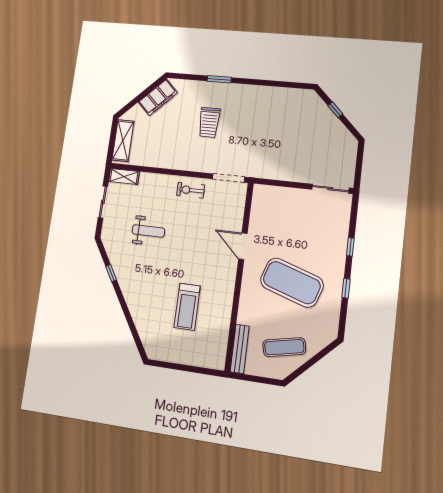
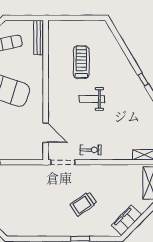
trolley: (209, 122) -> (83, 204), turned -124
weight bench: (148, 231) -> (92, 99), moved
door: (243, 246) -> (46, 133), moved

